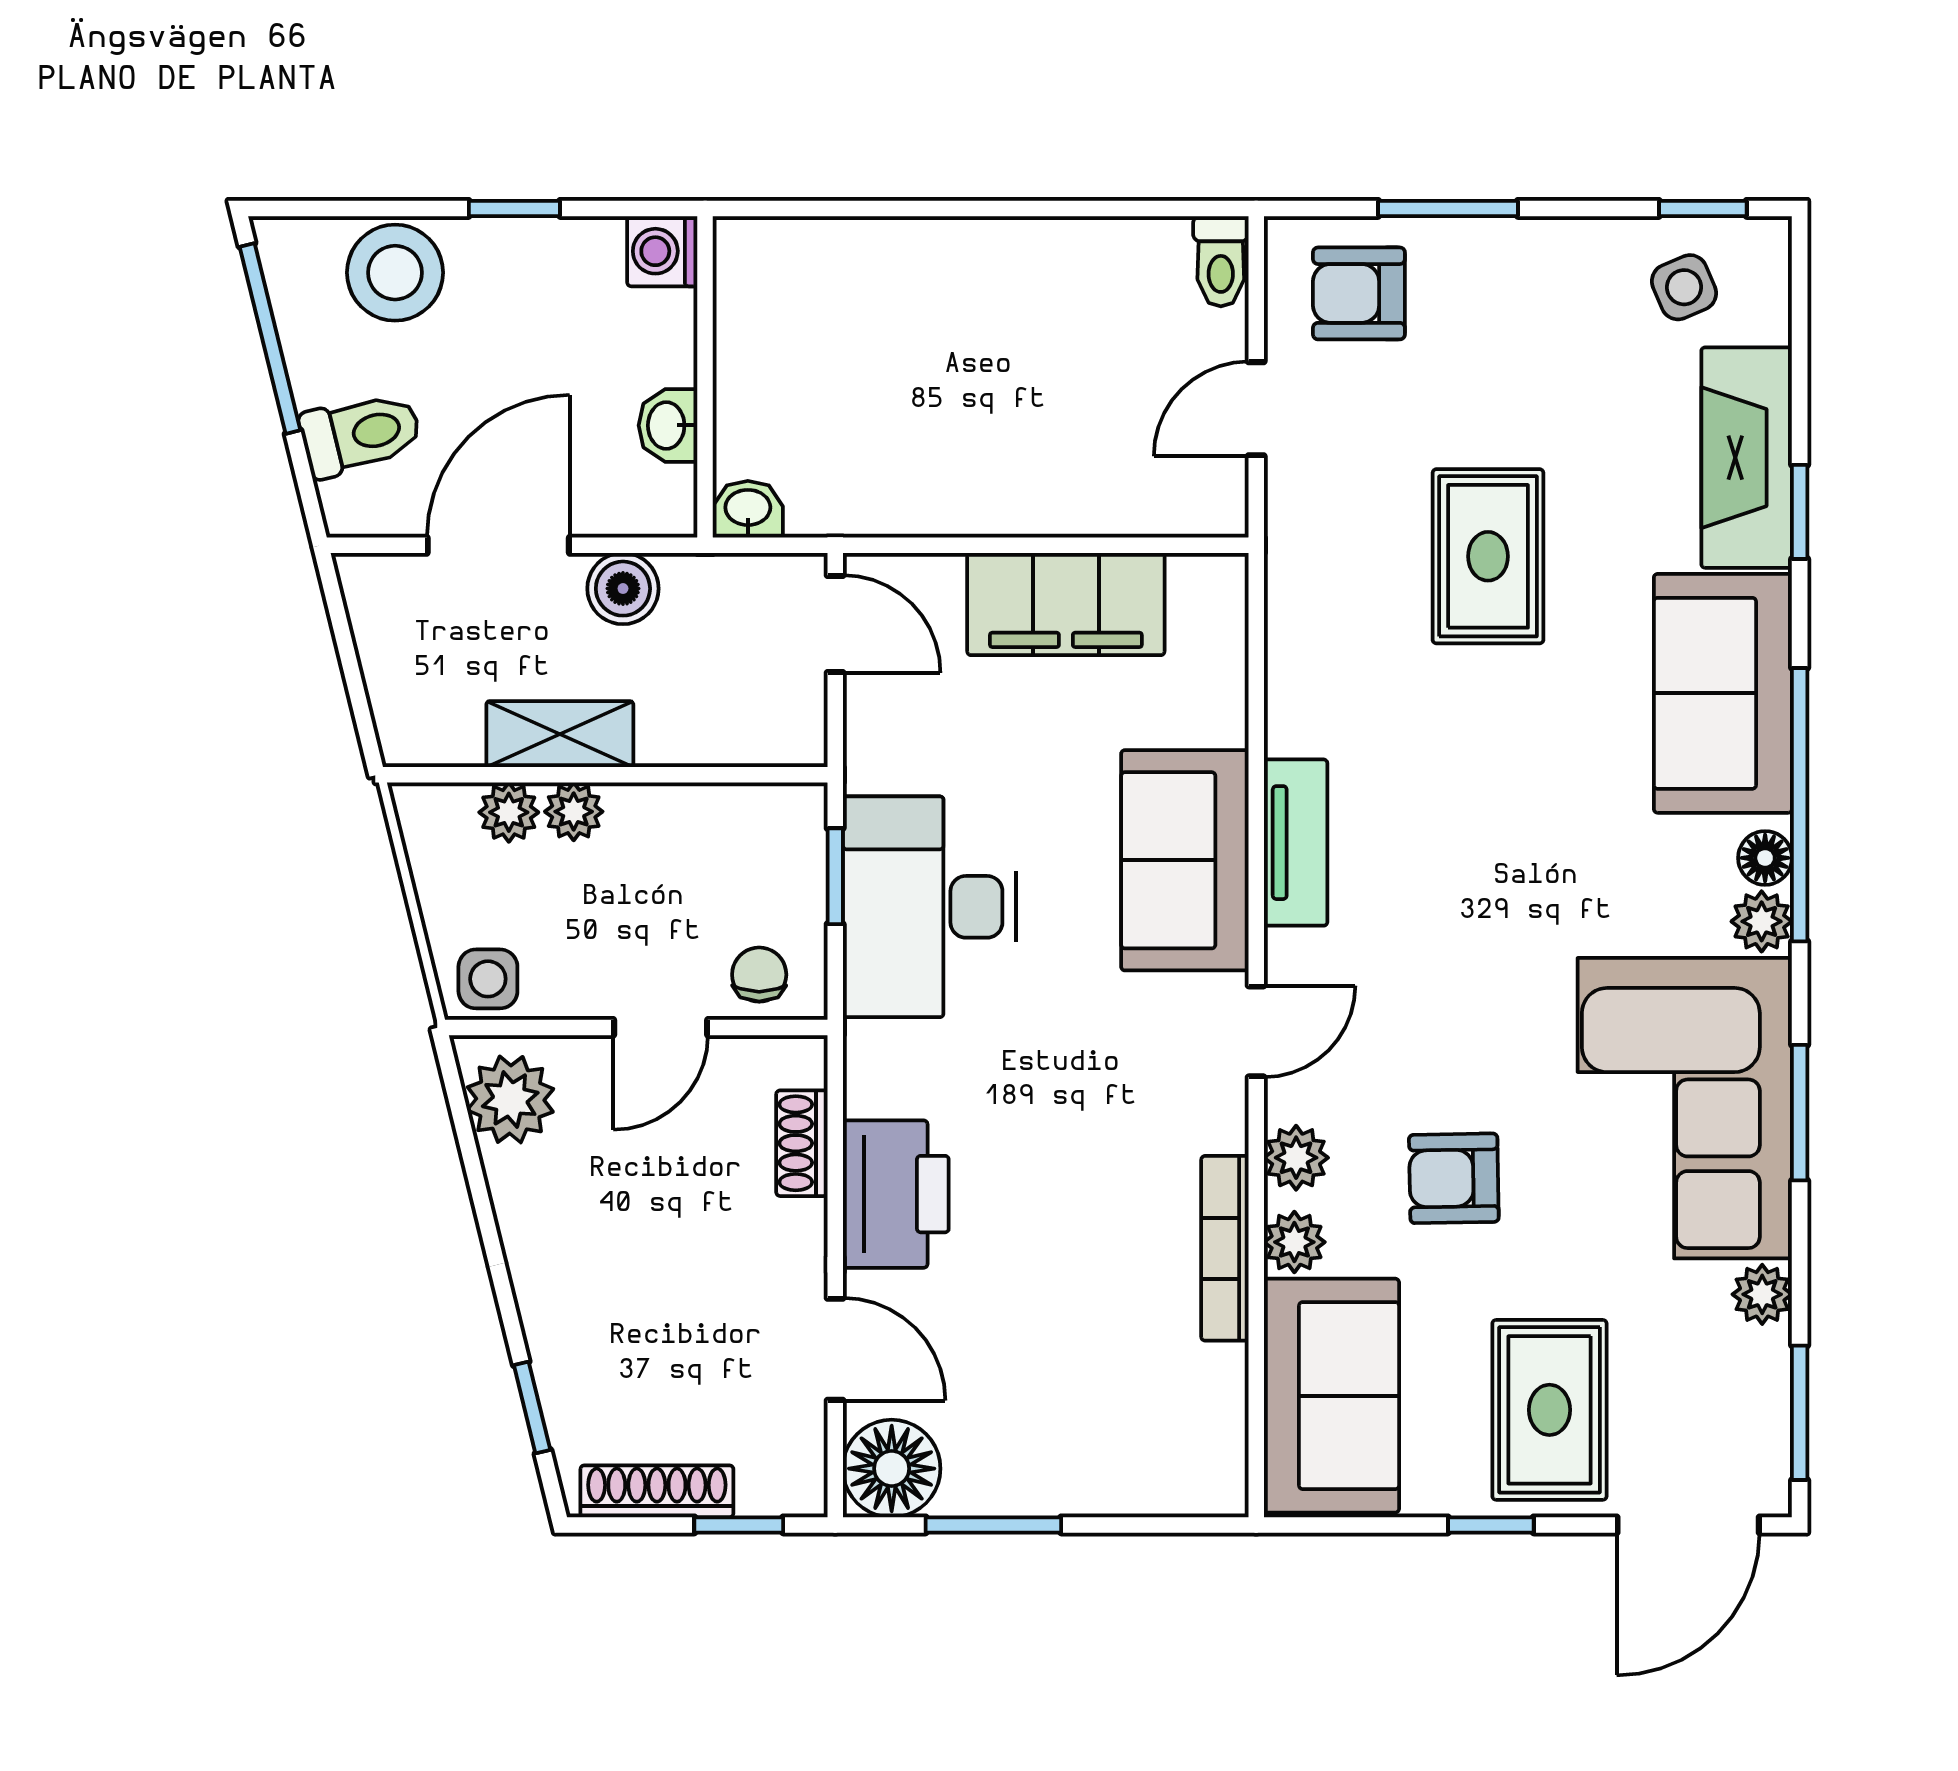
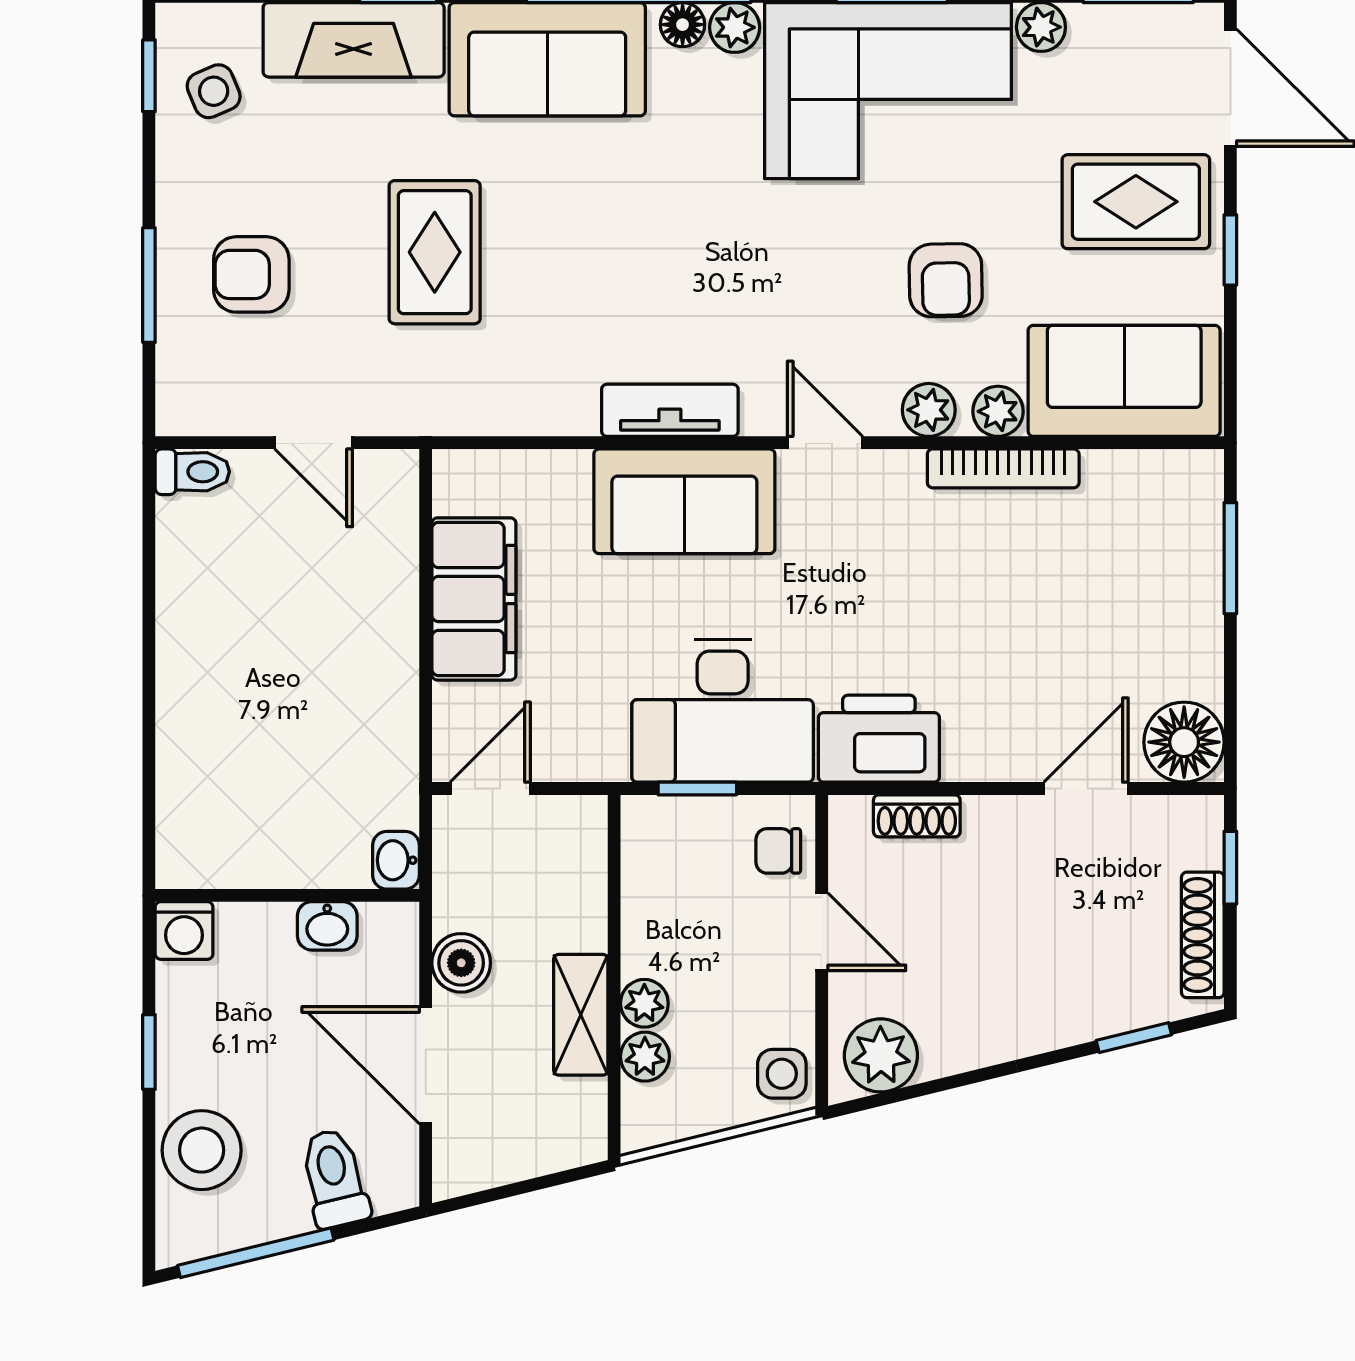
armchair: (1359, 293) -> (251, 274), moved, turned 90
rug: (1488, 556) -> (435, 252), turned 90
printer: (896, 1194) -> (879, 739), moved
window: (993, 1525) -> (1230, 558), moved

